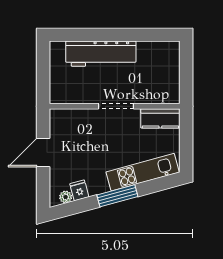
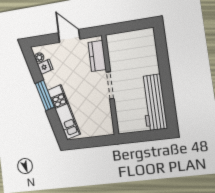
workbench: (101, 54) -> (154, 102), moved
kitchen counter: (160, 118) -> (97, 56), moved

